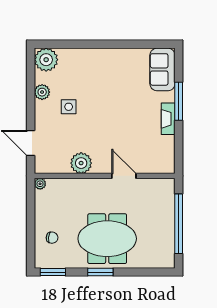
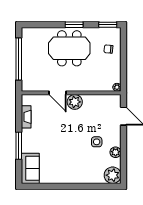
fireplace: (168, 119) -> (26, 117), moved
plant: (81, 163) -> (75, 102), moved

